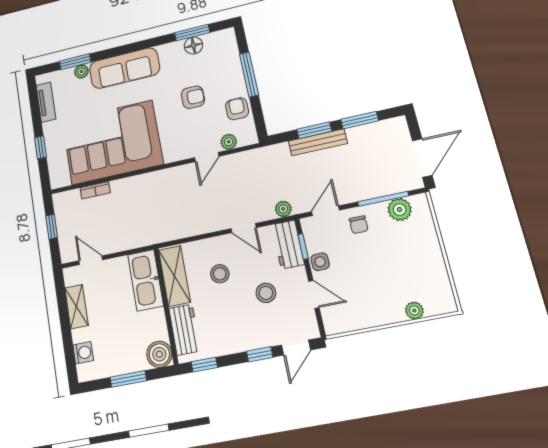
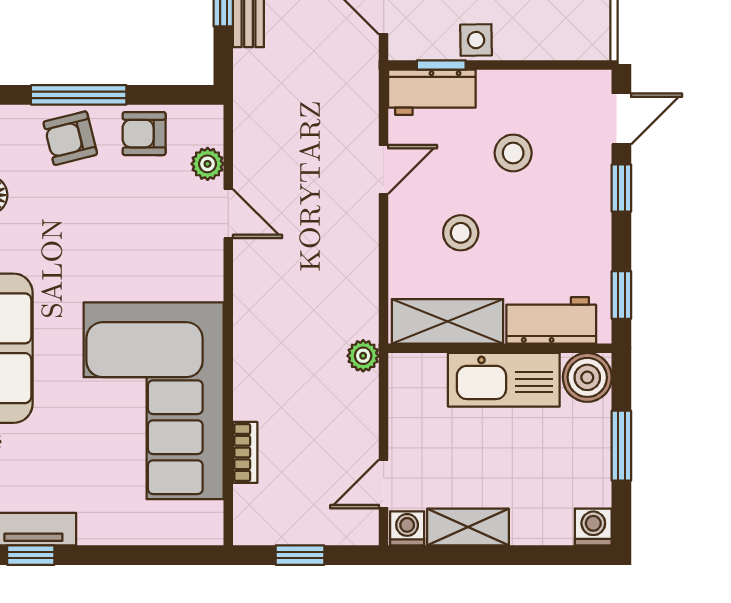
armchair: (193, 97) -> (70, 138), moved, turned -104
window: (41, 147) -> (31, 555), moved
plant: (283, 209) -> (363, 356), moved
washing machine: (71, 276) -> (407, 528), added
kitchen sink: (146, 280) -> (504, 380), moved
door: (314, 294) -> (533, 65), removed
door: (296, 348) -> (621, 119), hinge flipped
washing machine: (83, 353) -> (593, 527), moved

